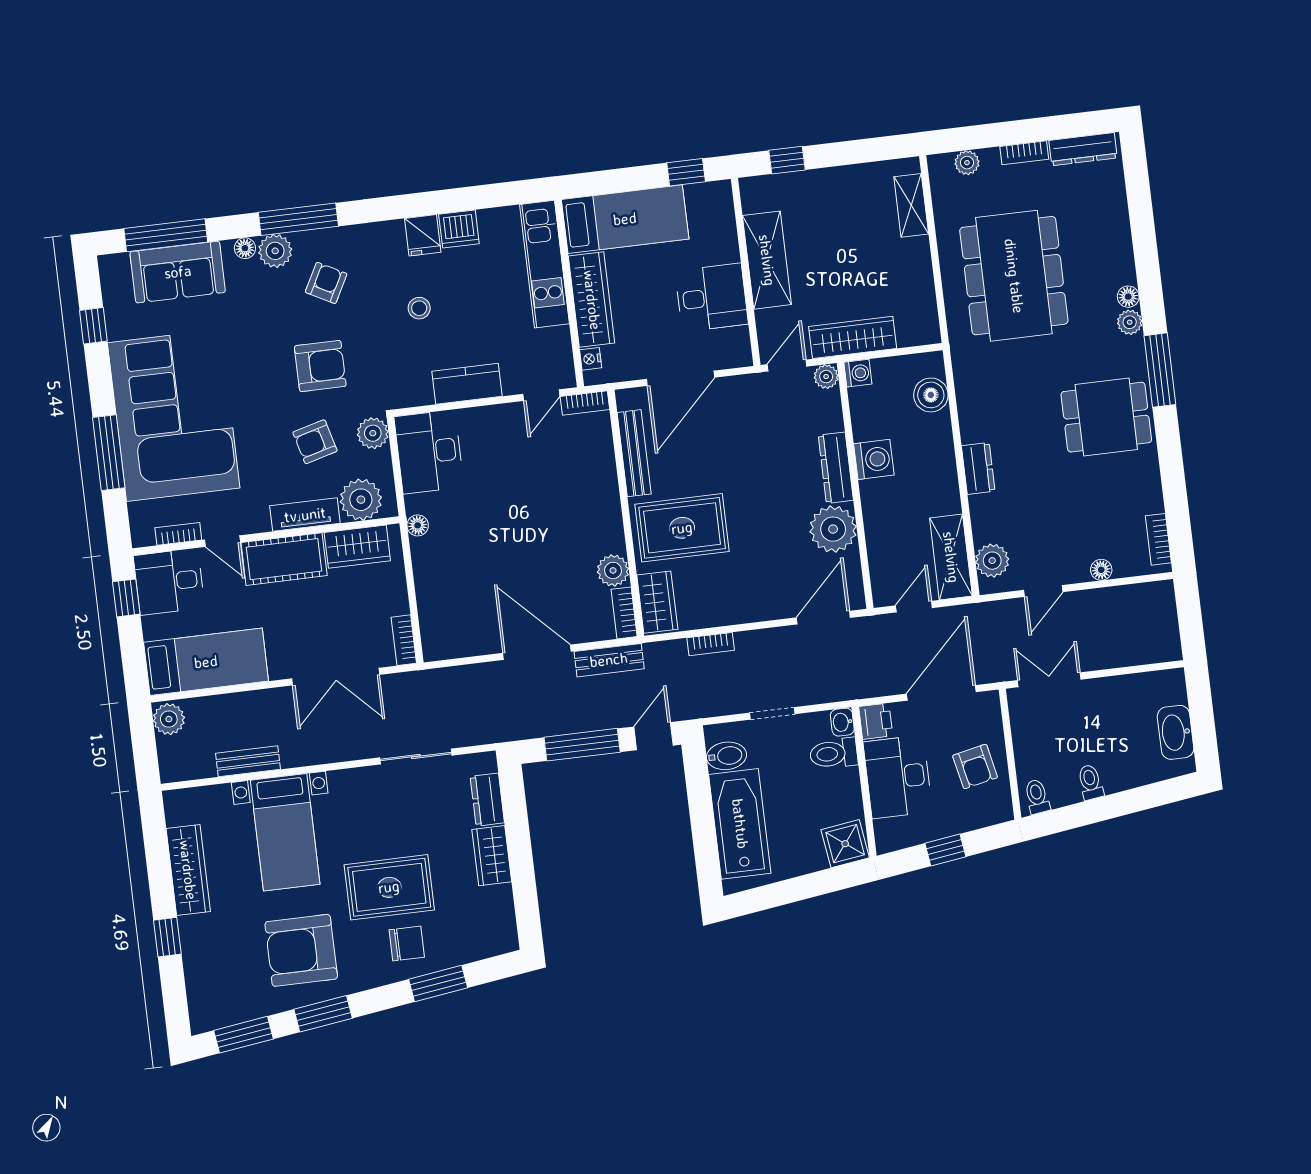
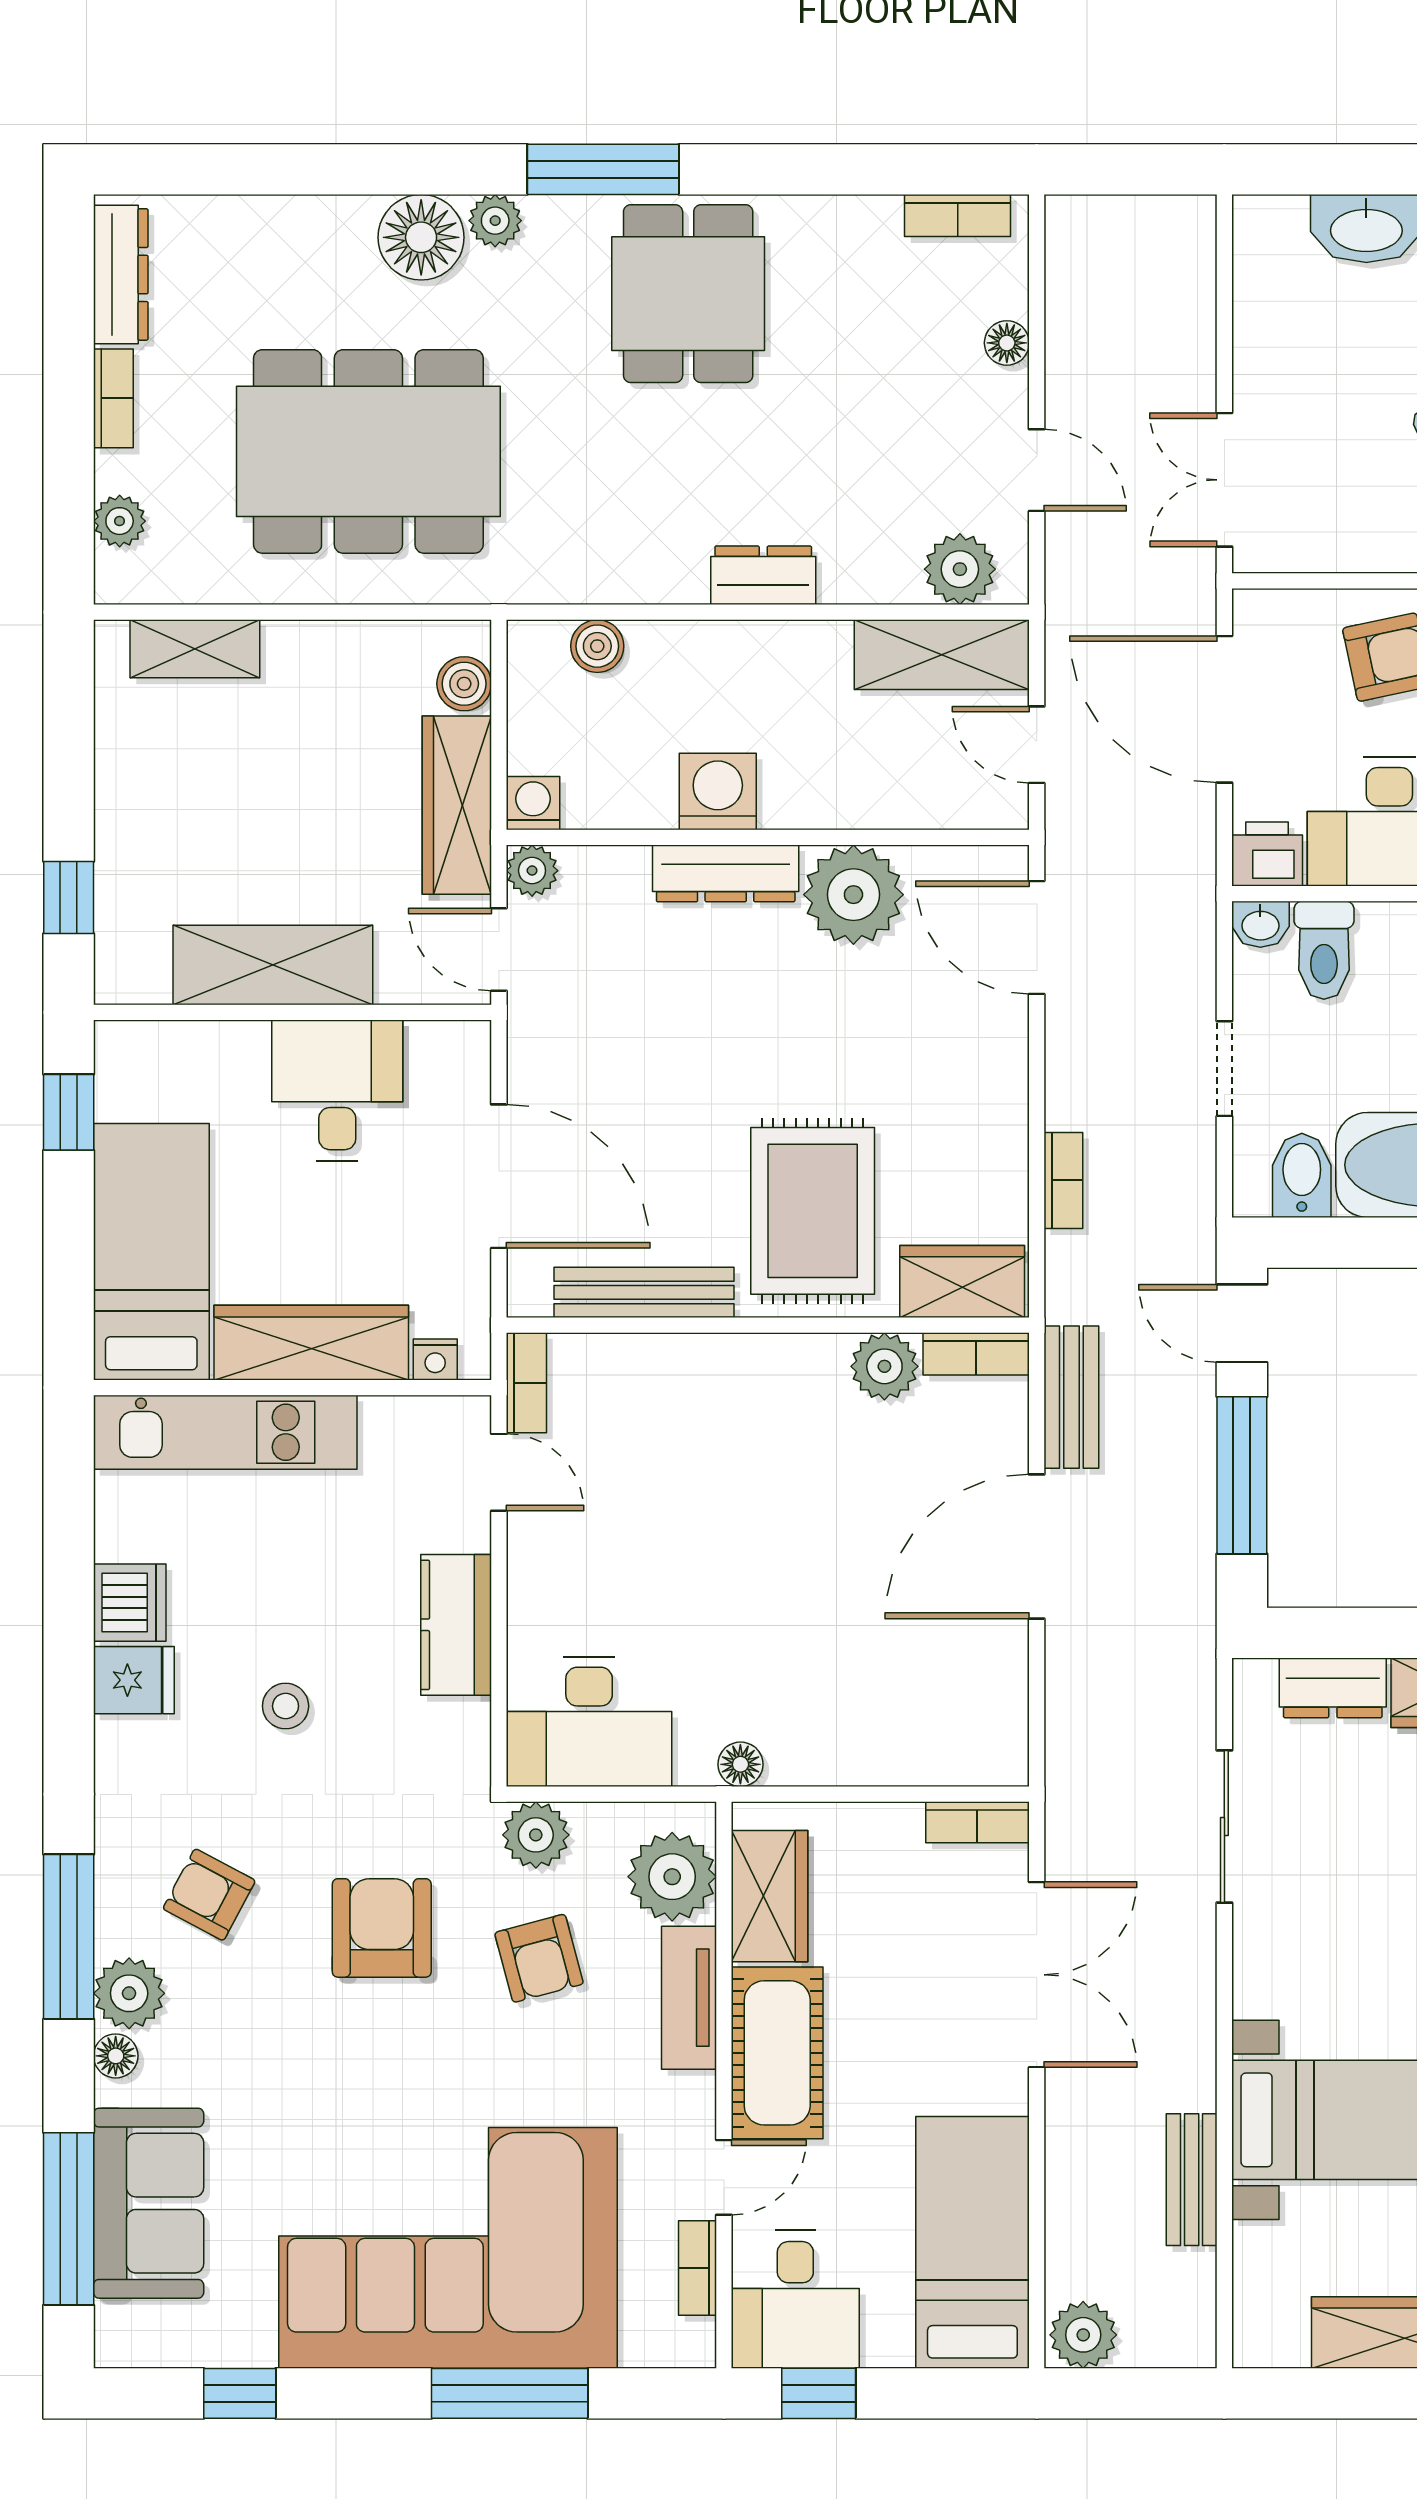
floor lamp: (1128, 297) -> (421, 237), width x1.89, depth x1.89
boiler: (910, 334) -> (464, 684), added
boiler: (931, 395) -> (597, 646), width x0.73, depth x0.73

